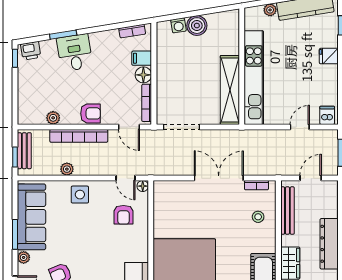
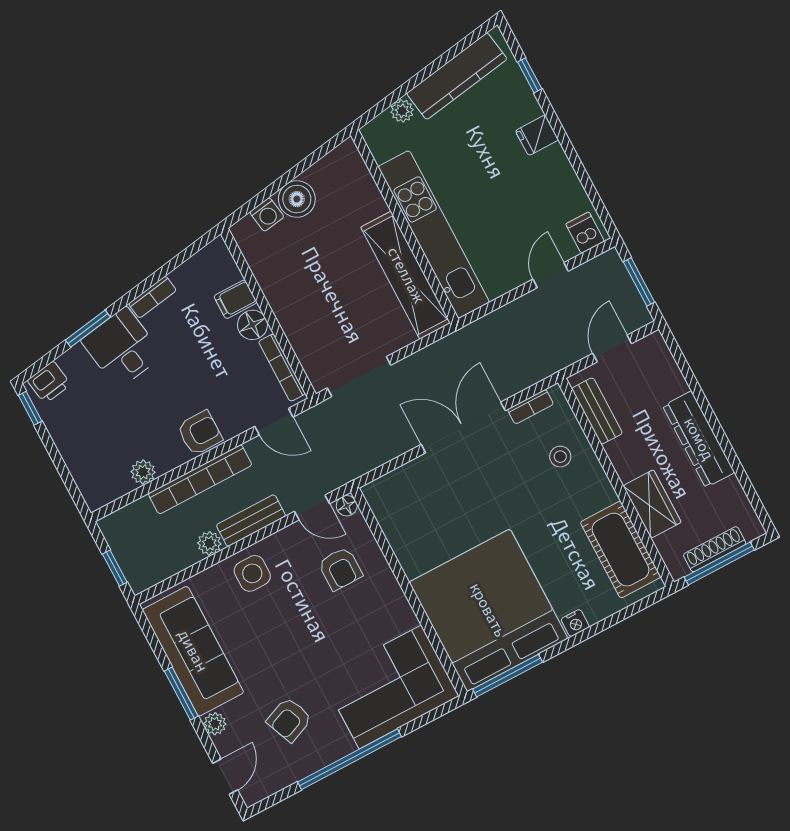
bookcase: (132, 31) -> (152, 297), moved
bench: (24, 151) -> (251, 521), moved, turned 90
bench: (287, 211) -> (597, 411), width x0.73

